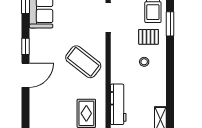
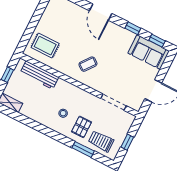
window: (26, 46) -> (133, 28), moved
coffee table: (83, 62) -> (88, 64), width x0.54, depth x0.58

